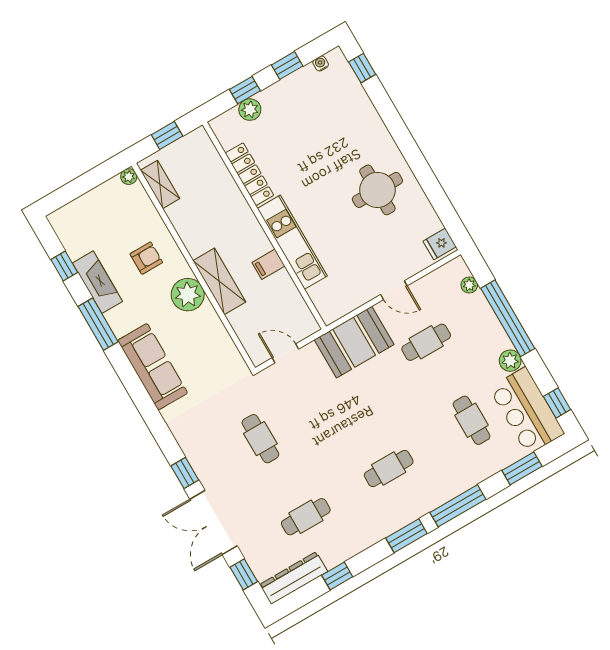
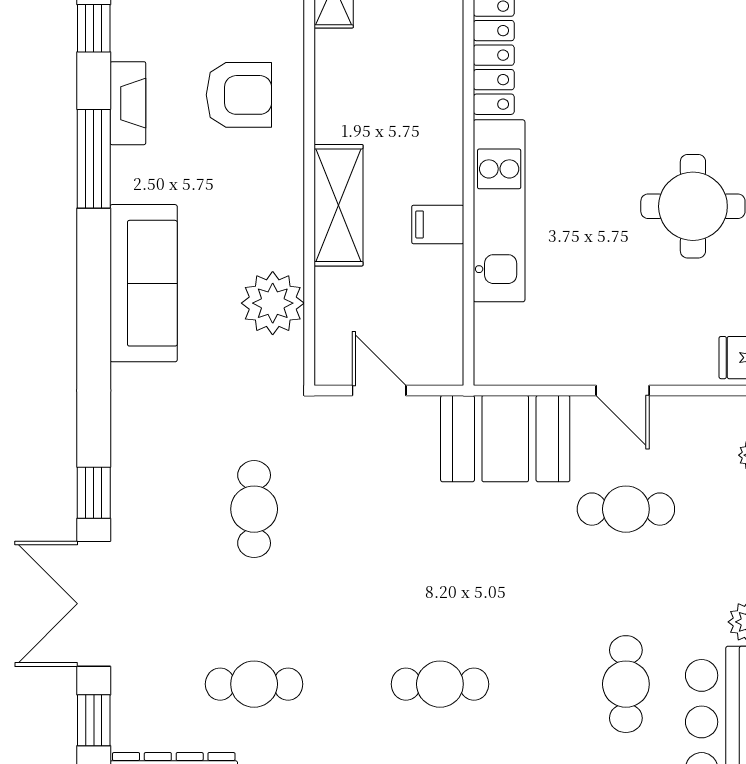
armchair: (146, 258) -> (239, 95), width x1.38, depth x1.38
fireplace: (97, 282) -> (128, 103), width x0.73, depth x0.76
plant: (188, 295) -> (273, 303), moved

